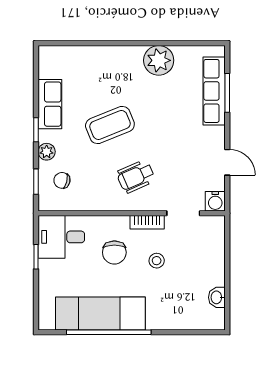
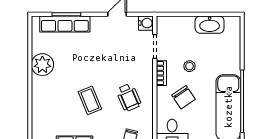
coffee table: (110, 125) -> (90, 100), width x0.73, depth x0.77
wheelchair: (136, 176) -> (129, 97), moved
chair: (114, 252) -> (184, 97), turned 56
washbasin: (217, 297) -> (210, 25), width x1.91, depth x1.45

